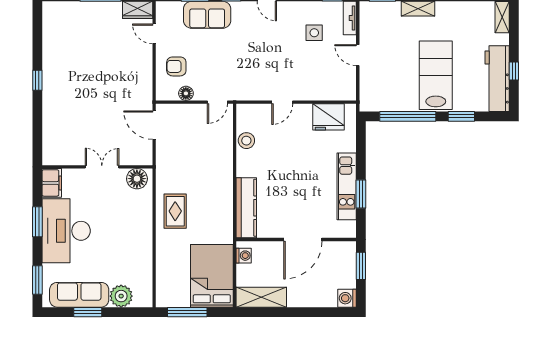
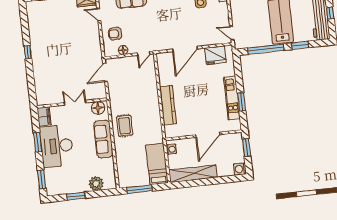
door: (358, 55) -> (232, 33), moved
door: (282, 102) -> (185, 49), width x1.88
door: (154, 125) -> (105, 73), hinge flipped
stool: (246, 141) -> (165, 76), removed
kitchen counter: (246, 208) -> (168, 105), moved
bed: (212, 276) -> (157, 164), width x0.67
sofa: (79, 295) -> (103, 139), moved, turned -90
shelving: (261, 297) -> (193, 174), width x1.47

